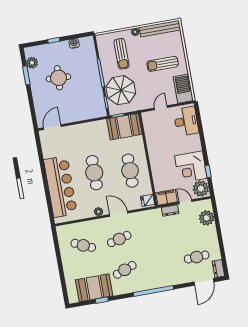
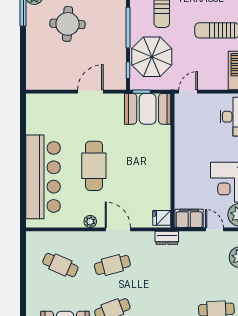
door: (161, 108) -> (188, 92), moved
door: (52, 127) -> (90, 92), moved
cafe table: (130, 171) -> (145, 172), removed
dresser: (170, 210) -> (167, 238), moved

